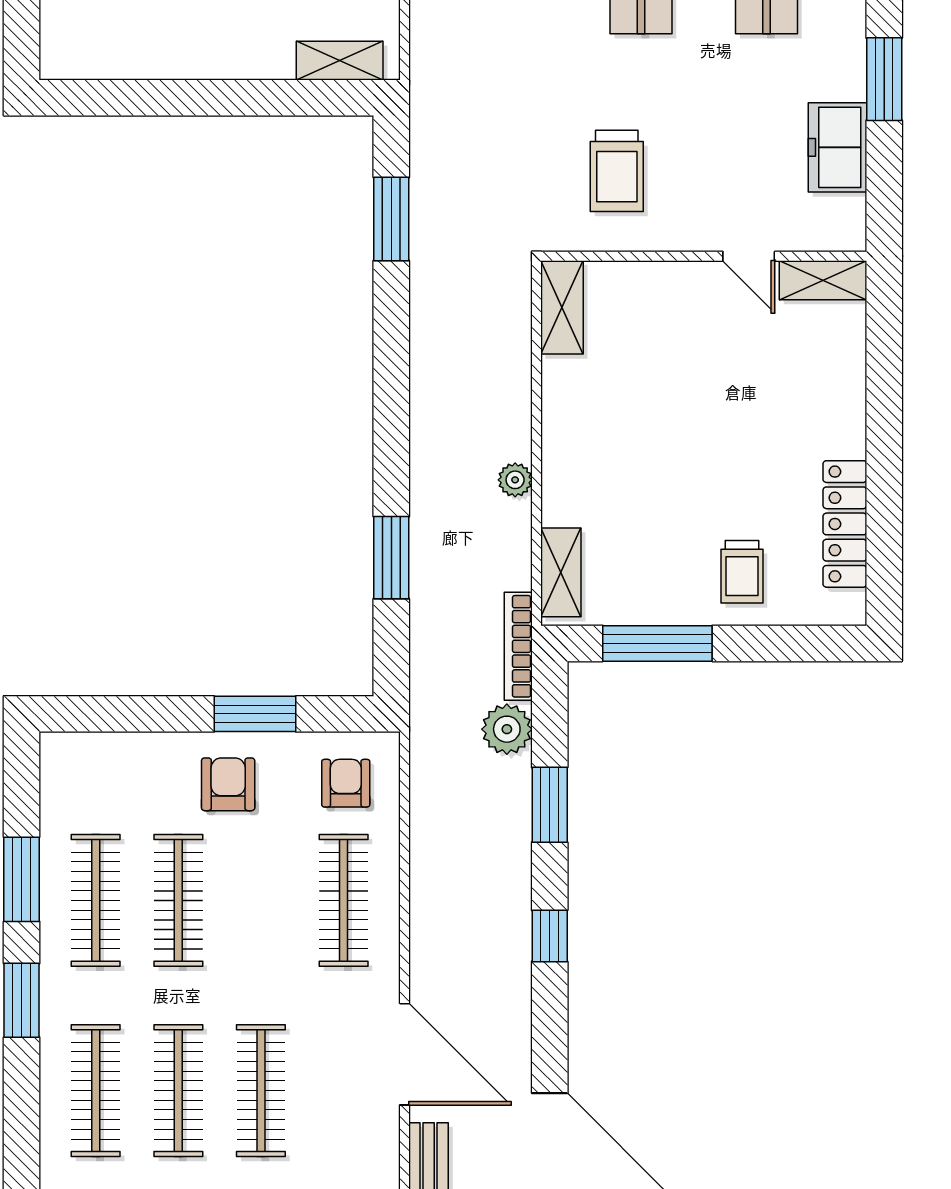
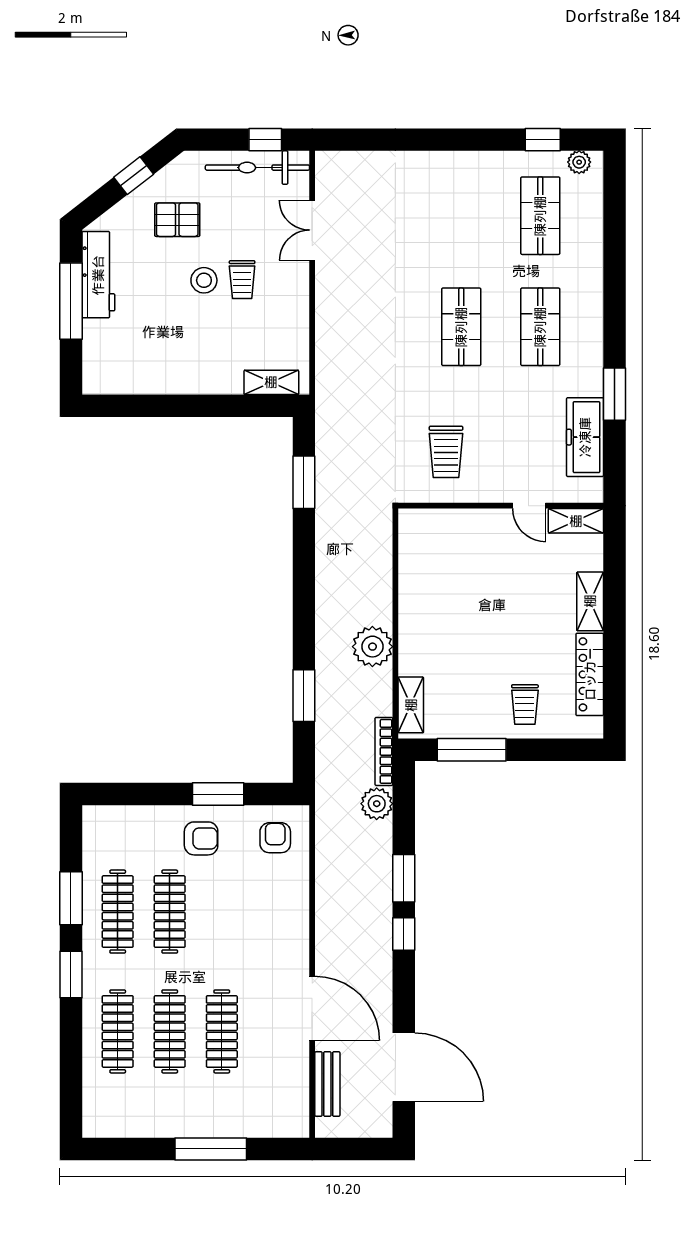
freezer: (837, 147) -> (585, 437), width x1.40
shelving: (562, 307) -> (590, 601), moved
plant: (515, 480) -> (372, 647), width x1.88, depth x1.88
armchair: (228, 784) -> (201, 838), turned 90
window: (550, 805) -> (404, 878), moved
clothes rail: (344, 900) -> (274, 912), removed

